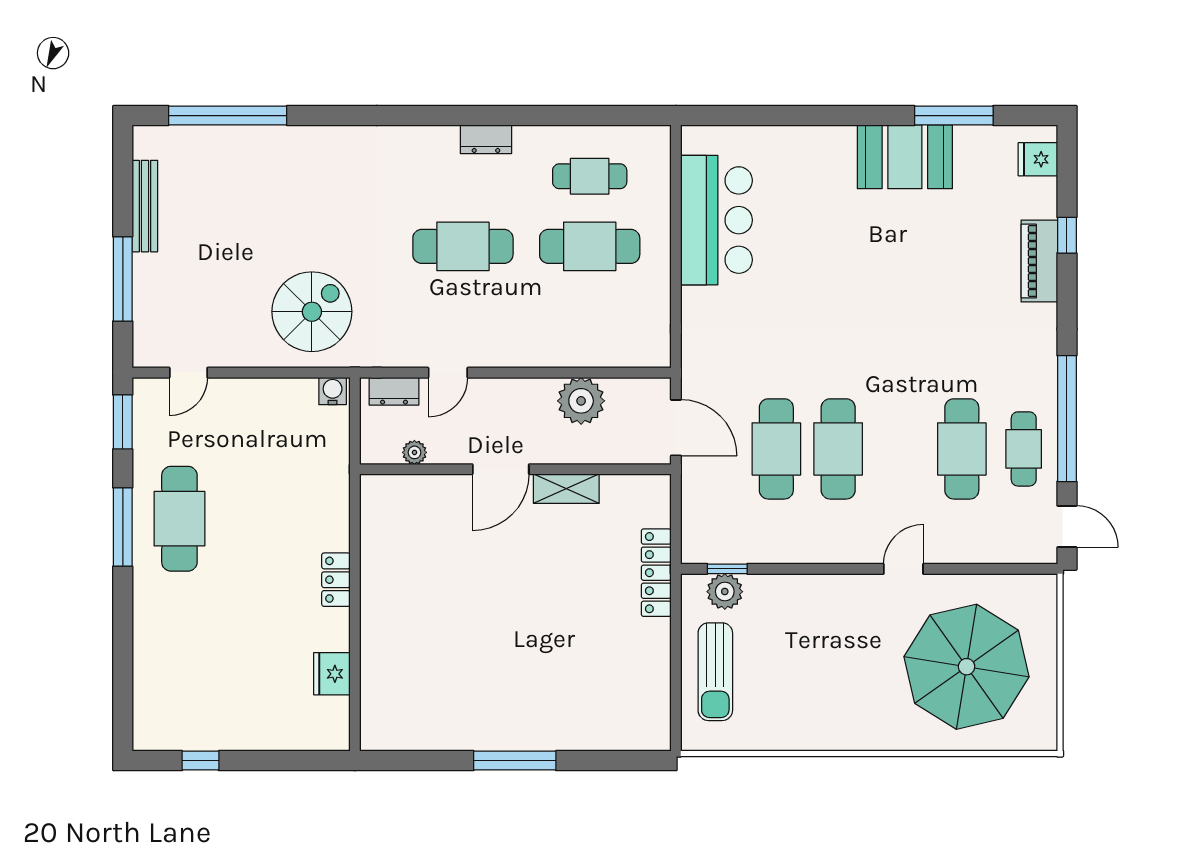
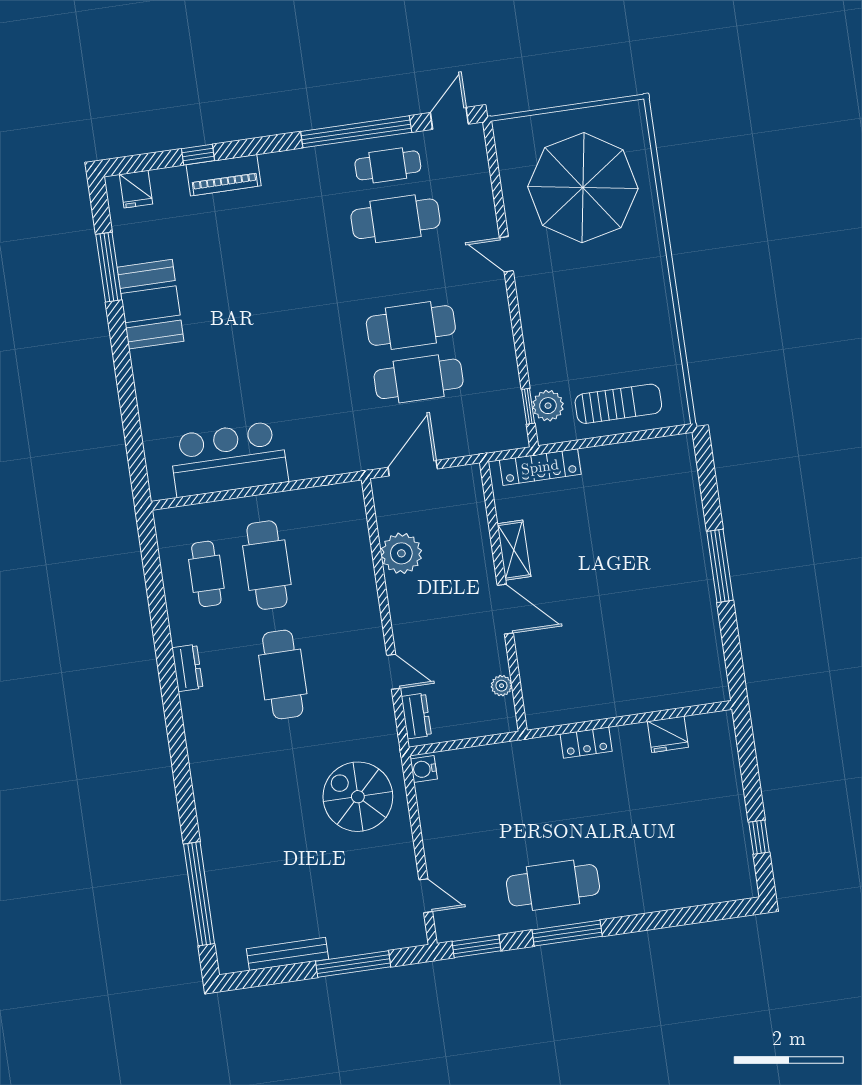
plant: (414, 452) -> (502, 686), moved
door: (501, 469) -> (505, 609), moved
wall: (515, 469) -> (503, 596), moved
shelving: (566, 489) -> (514, 550), moved

